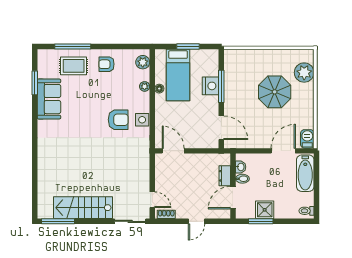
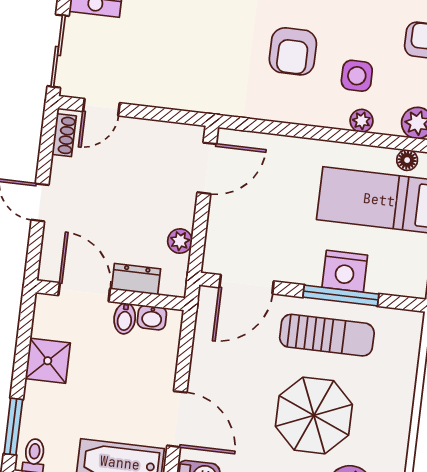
floor lamp: (159, 89) -> (407, 160), moved
sun lounger: (239, 90) -> (327, 335), added
side table: (142, 120) -> (357, 76), moved
plant: (206, 159) -> (180, 241), added
window: (261, 221) -> (13, 427), moved

